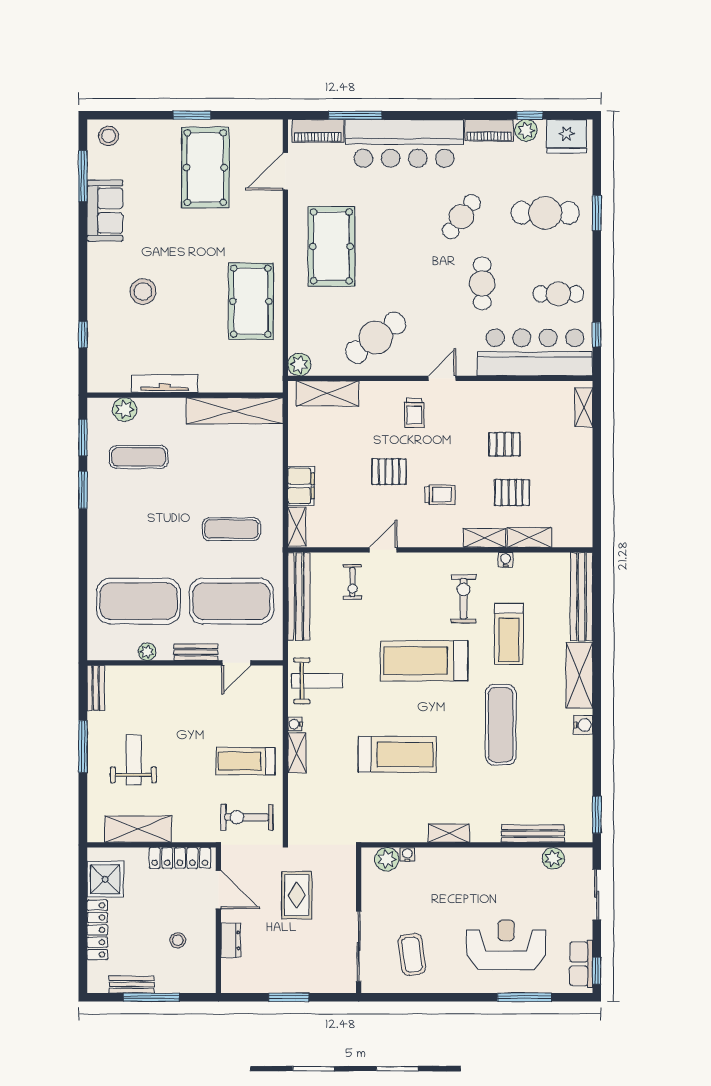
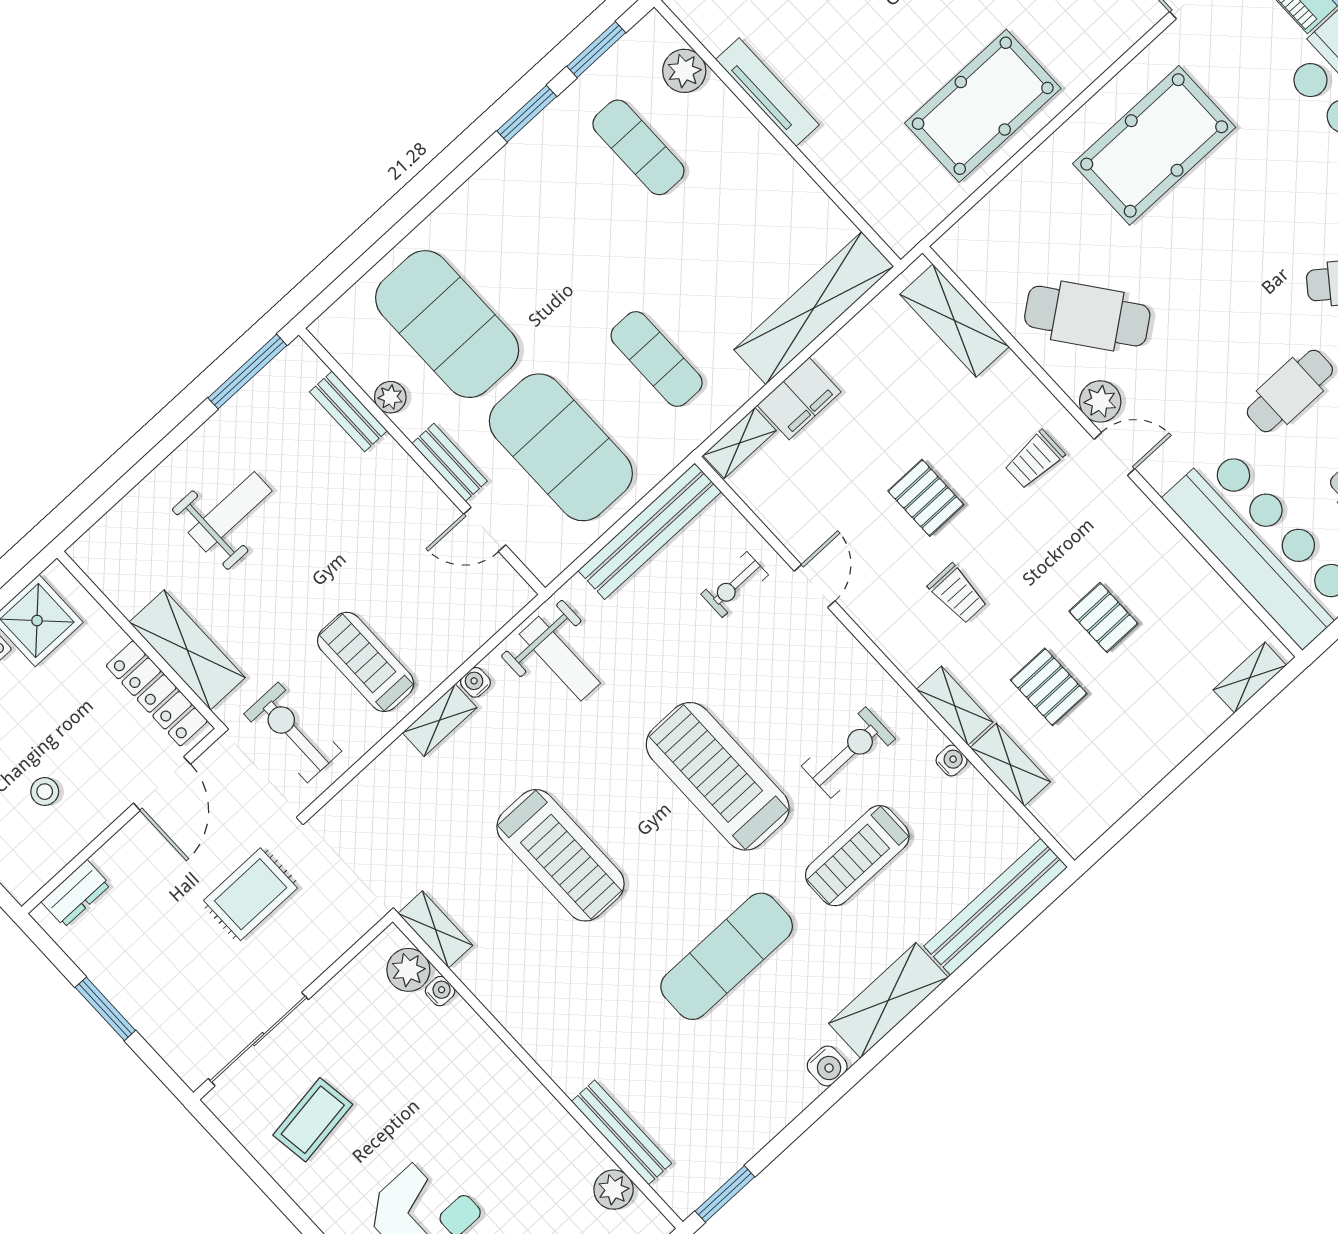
plant: (299, 364) -> (1100, 401), moved
shelving: (235, 411) -> (814, 308), moved, turned 90
door: (383, 550) -> (815, 586), hinge flipped
bench: (96, 688) -> (348, 411), moved, turned 90
window: (83, 747) -> (247, 372), moved
shelving: (138, 829) -> (187, 650), moved
shelving: (449, 833) -> (435, 929), moved
dresser: (231, 940) -> (76, 893), moved

